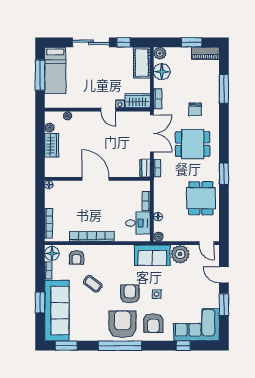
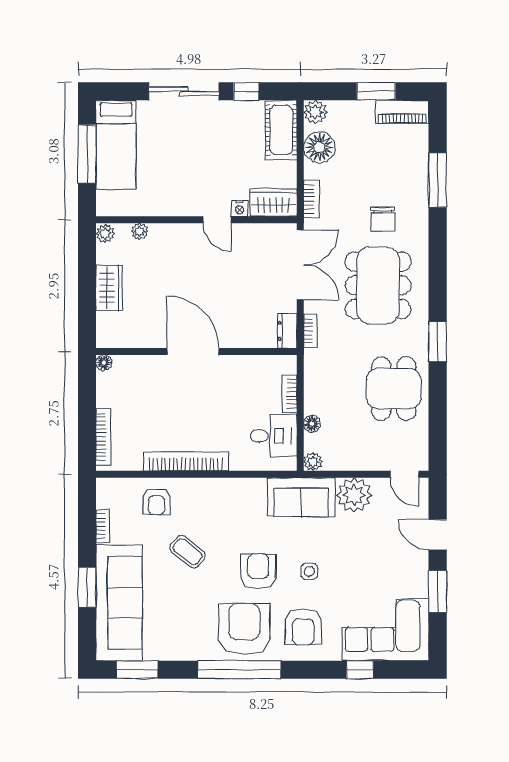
plant: (50, 128) -> (105, 234), moved
dining table: (193, 144) -> (378, 285), width x1.38
floor lamp: (52, 253) -> (110, 494), removed

